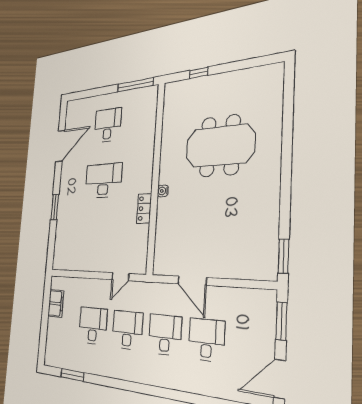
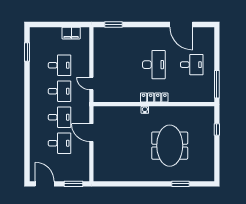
window: (55, 207) -> (114, 25), moved
locker: (144, 208) -> (154, 97), moved, width x1.53
window: (283, 256) -> (181, 184), moved
door: (192, 281) -> (91, 133), hinge flipped

